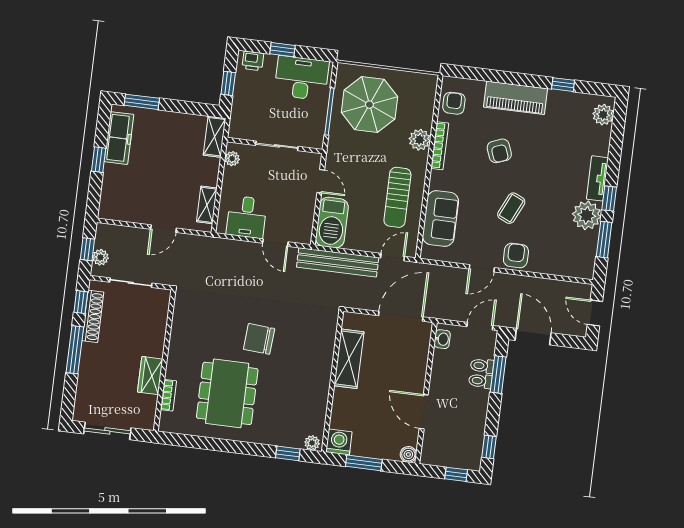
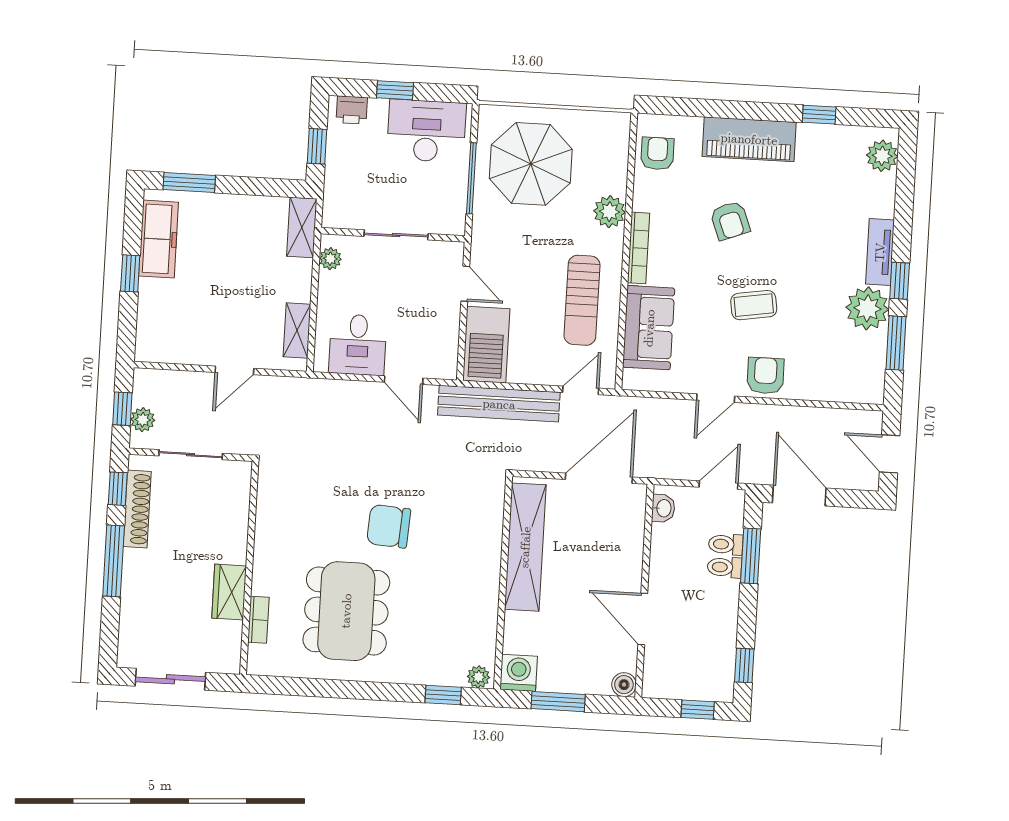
bookcase: (440, 146) -> (639, 248), moved
coffee table: (511, 208) -> (754, 305), turned 56
shelving: (349, 359) -> (525, 547), width x1.47

